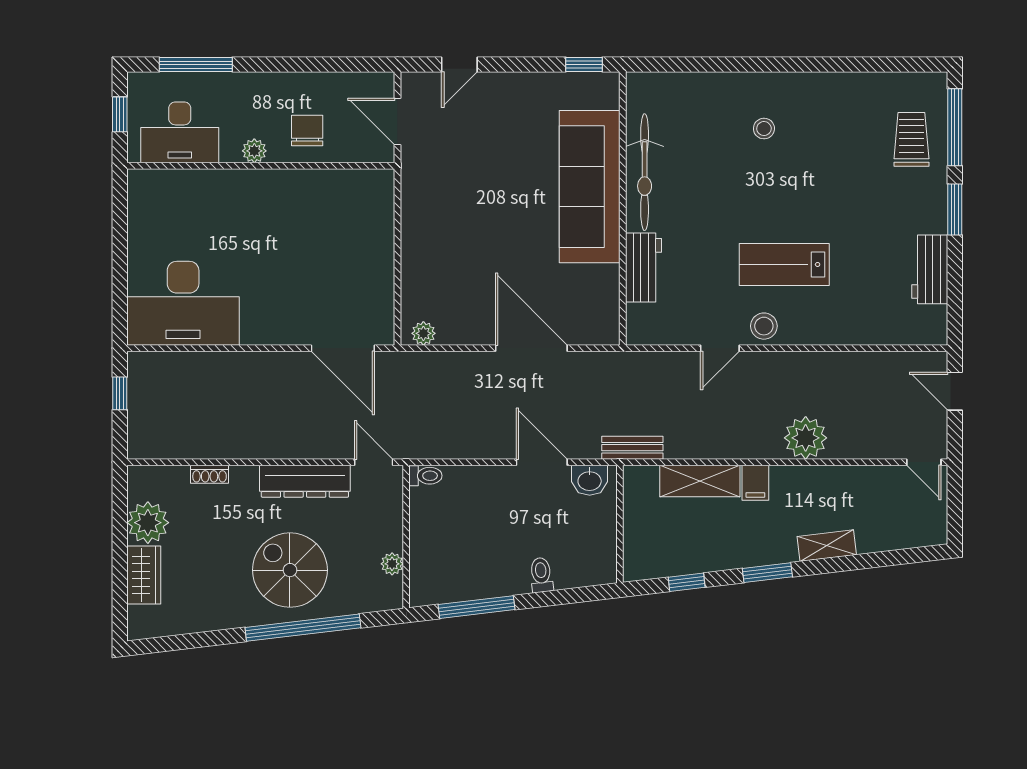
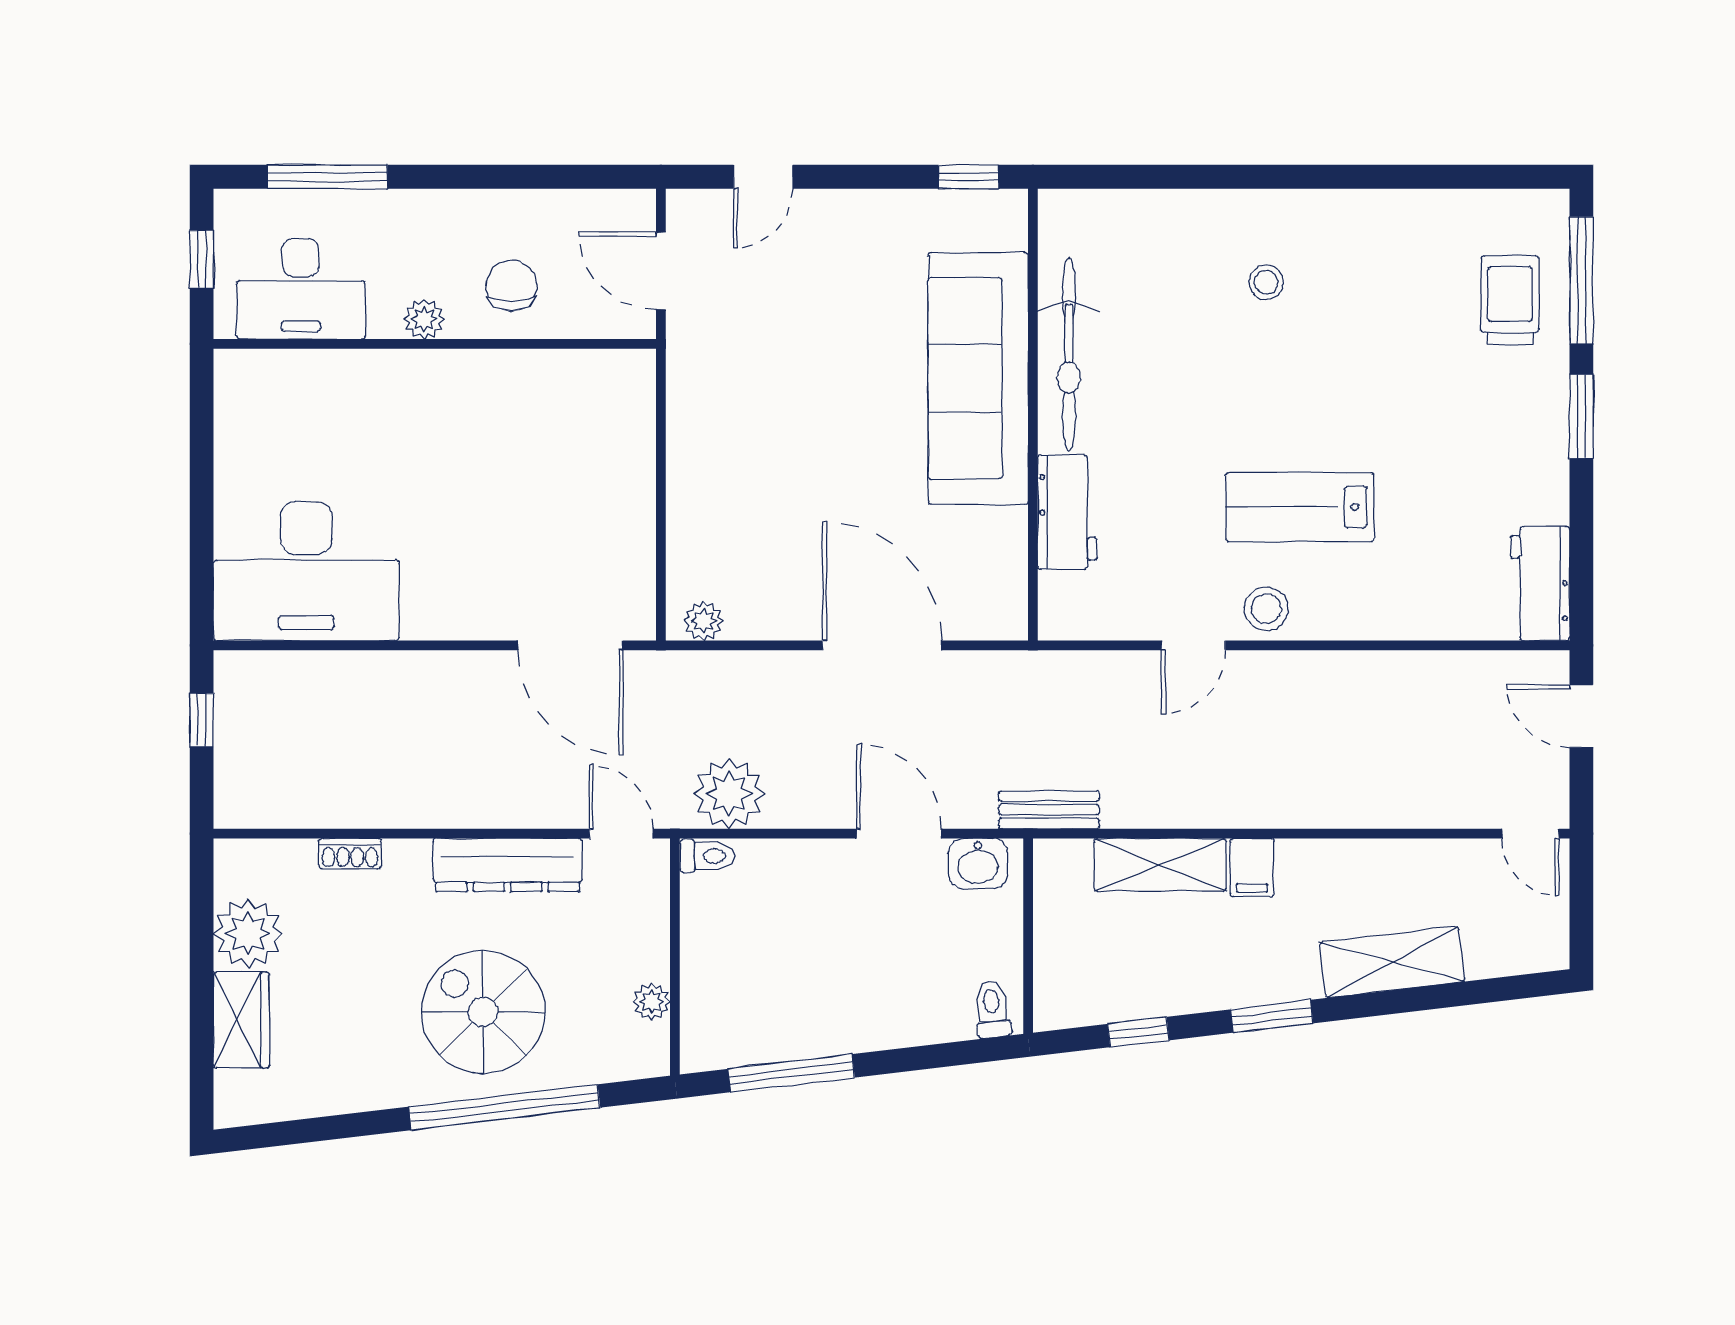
workbench: (930, 269) -> (1540, 584), moved
plant: (806, 438) -> (729, 794), moved
shelving: (827, 546) -> (1392, 962), width x1.50, depth x1.33
toilet: (541, 575) -> (992, 1009), moved

